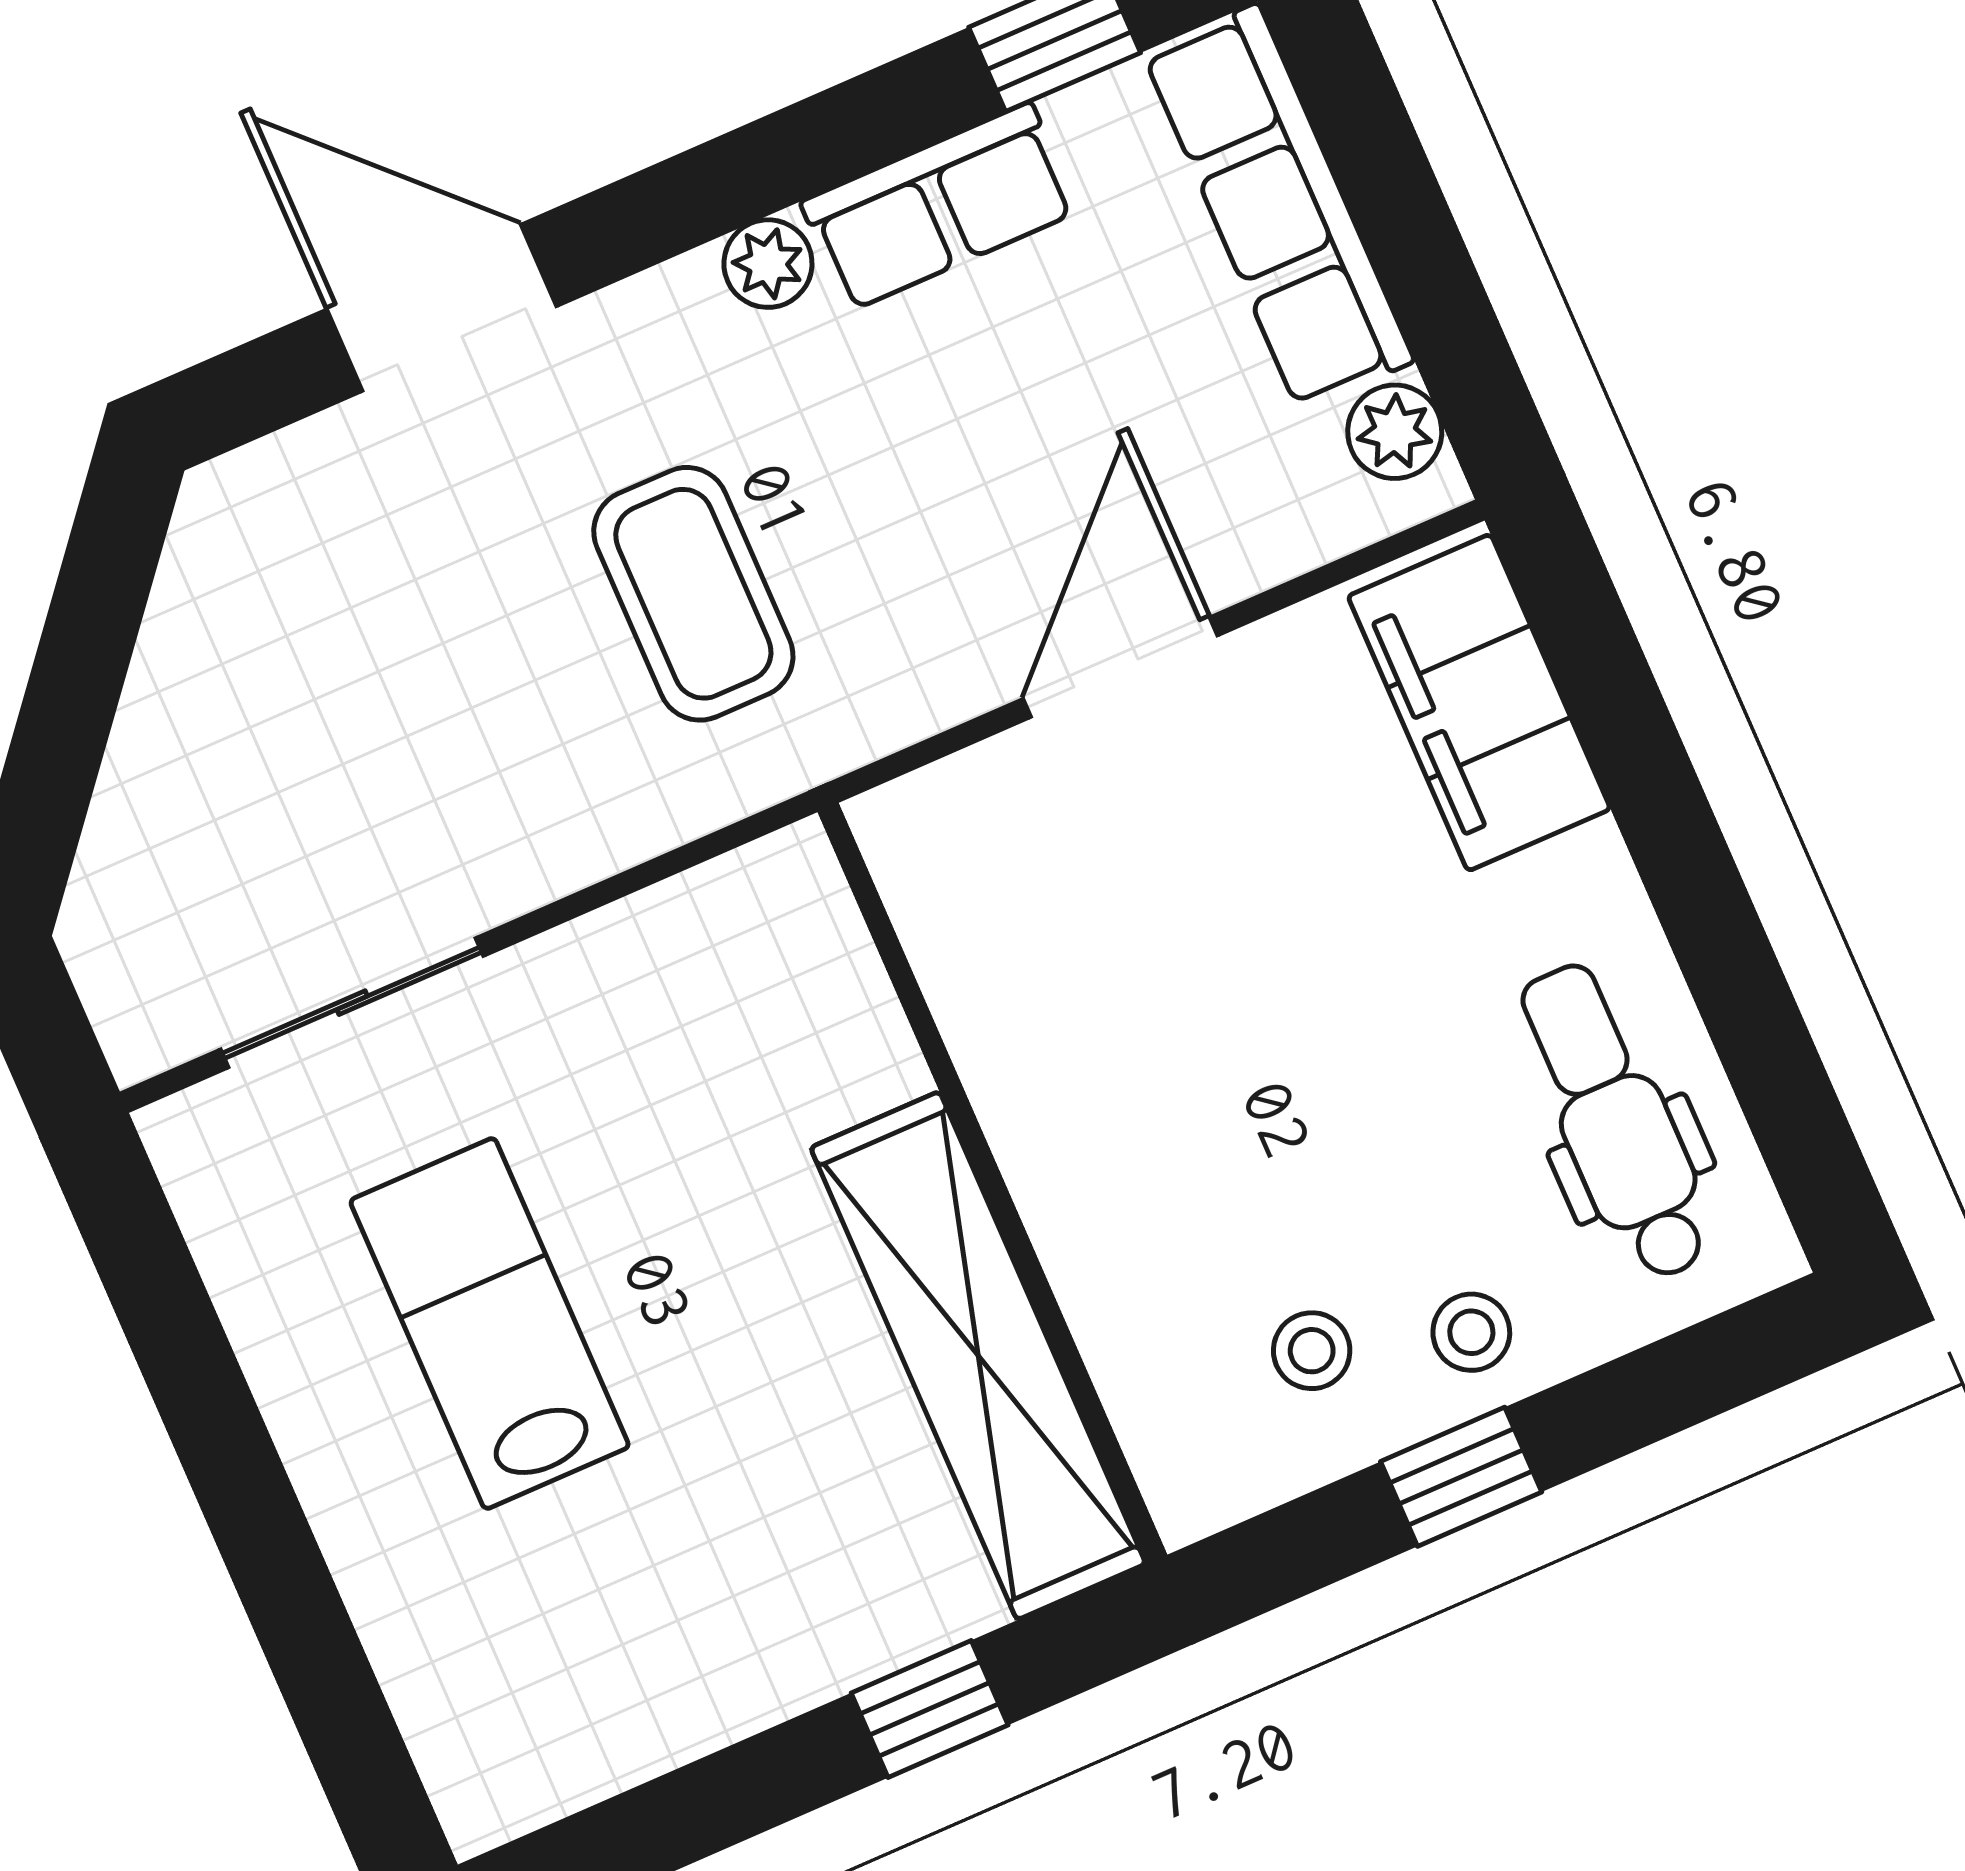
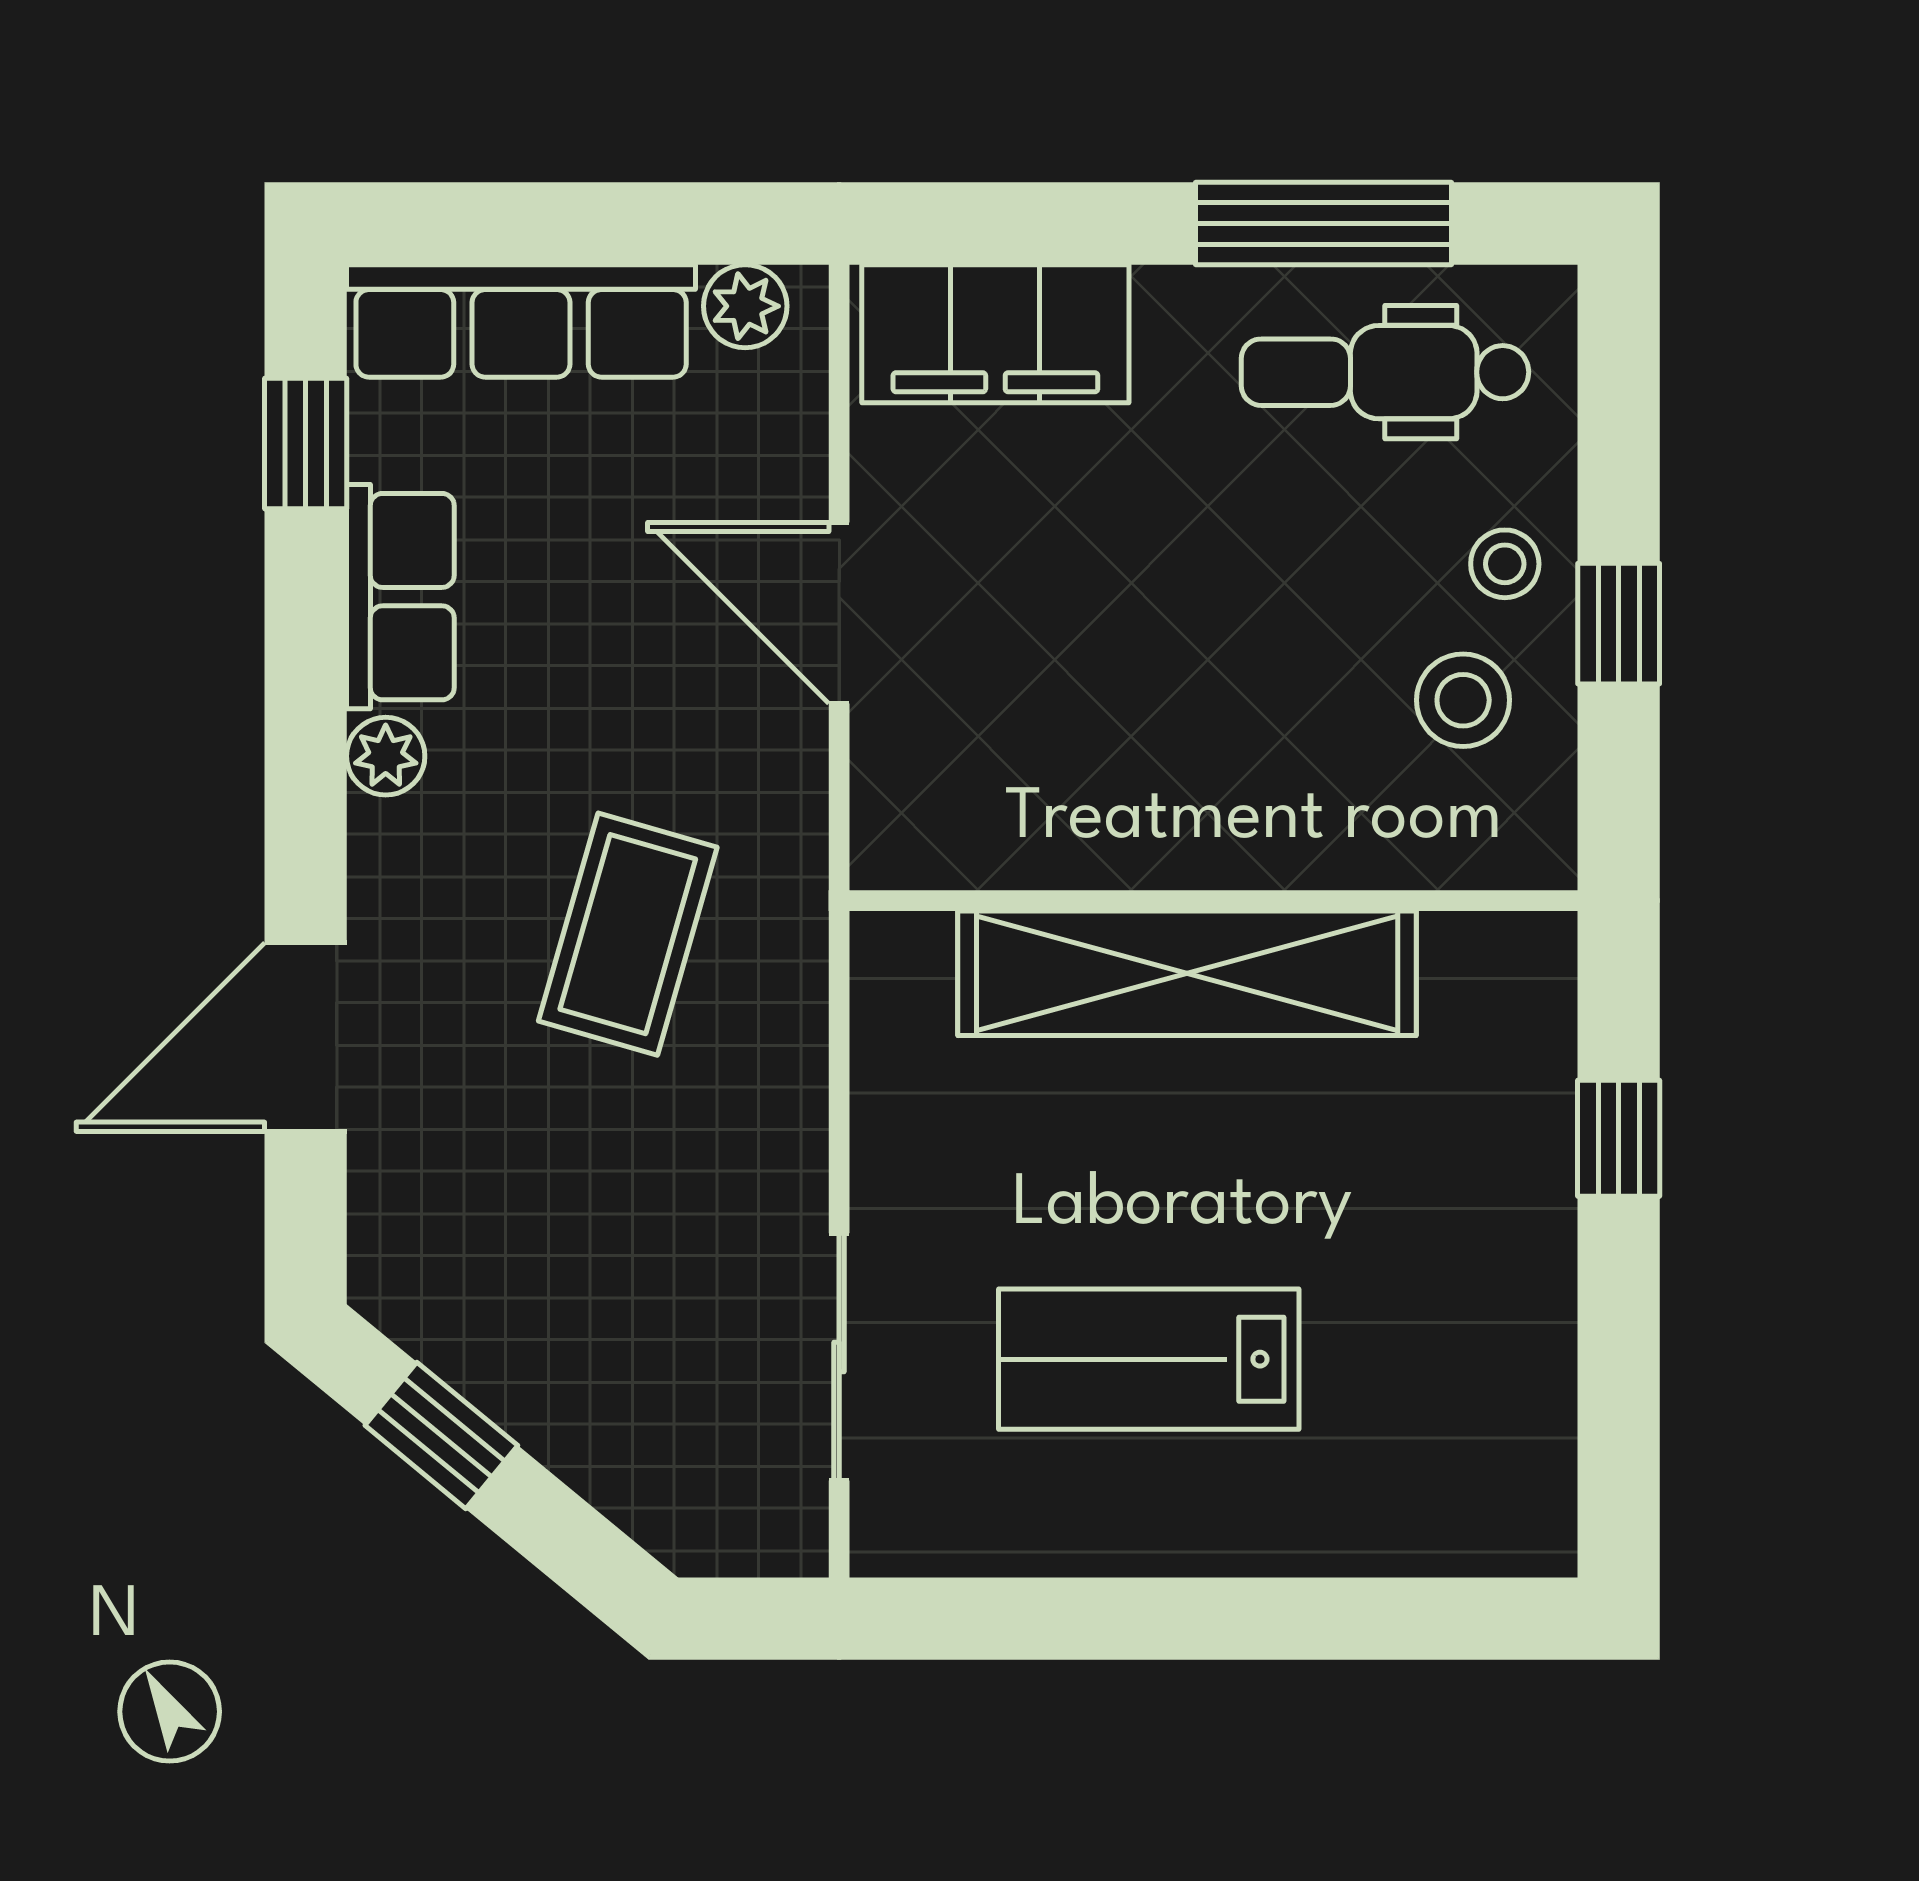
coffee table: (693, 594) -> (628, 934), turned -74
window: (92, 627) -> (441, 1435), added
window: (1741, 992) -> (1324, 224), added
stool: (1312, 1351) -> (1463, 700), width x1.37, depth x1.37
shelving: (978, 1356) -> (1187, 973), moved

